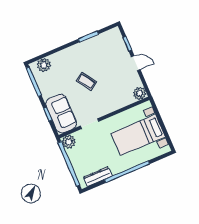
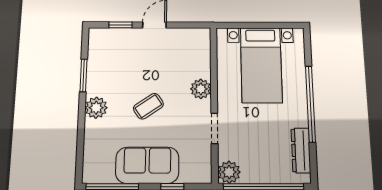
plant: (44, 65) -> (96, 108), moved
plant: (140, 93) -> (201, 89), moved
sofa: (61, 114) -> (147, 165), moved

